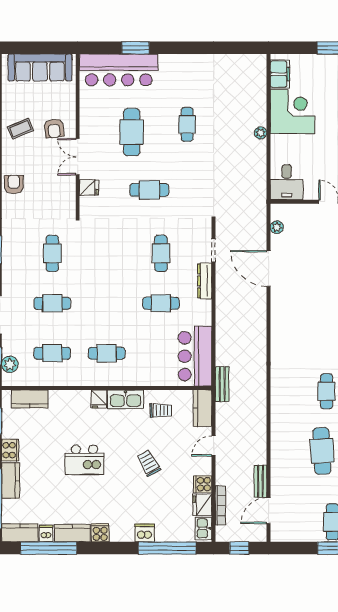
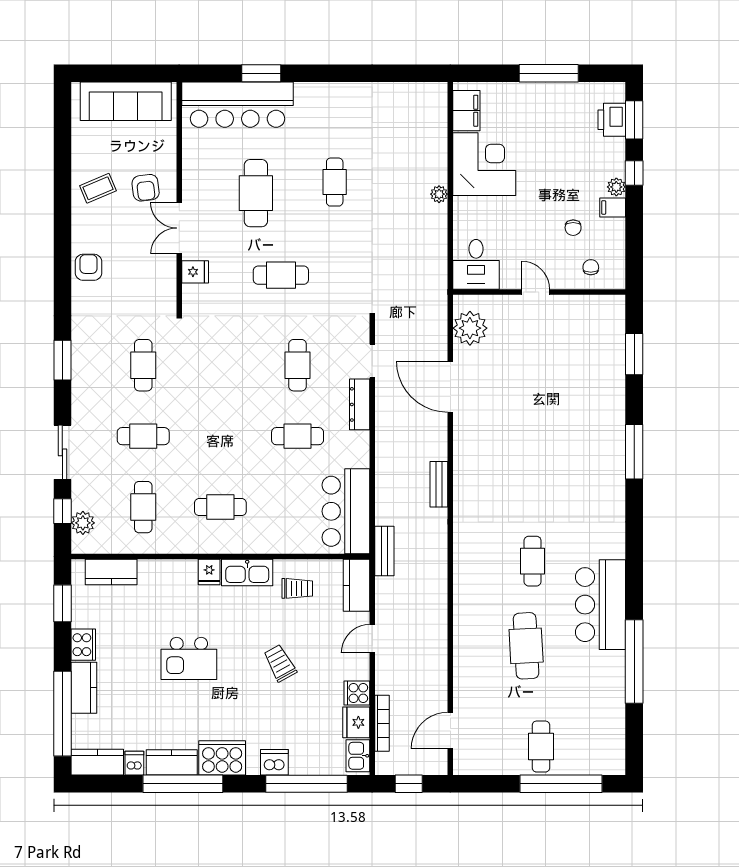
plant: (277, 227) -> (470, 328), width x1.88, depth x1.88
cafe table: (52, 353) -> (143, 507), turned 90
bench: (261, 481) -> (439, 484), moved
cooker: (100, 533) -> (222, 758), width x1.87, depth x1.31
window: (48, 548) -> (183, 784), moved

